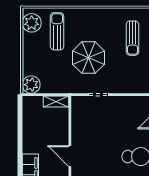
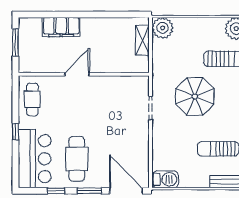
shelving: (56, 102) -> (142, 40), moved

